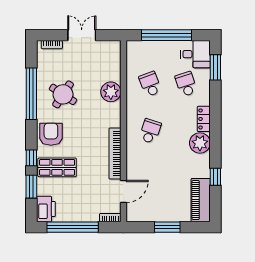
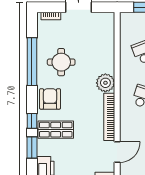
plant: (111, 92) -> (105, 83), moved
round table: (63, 94) -> (61, 62), turned -33

